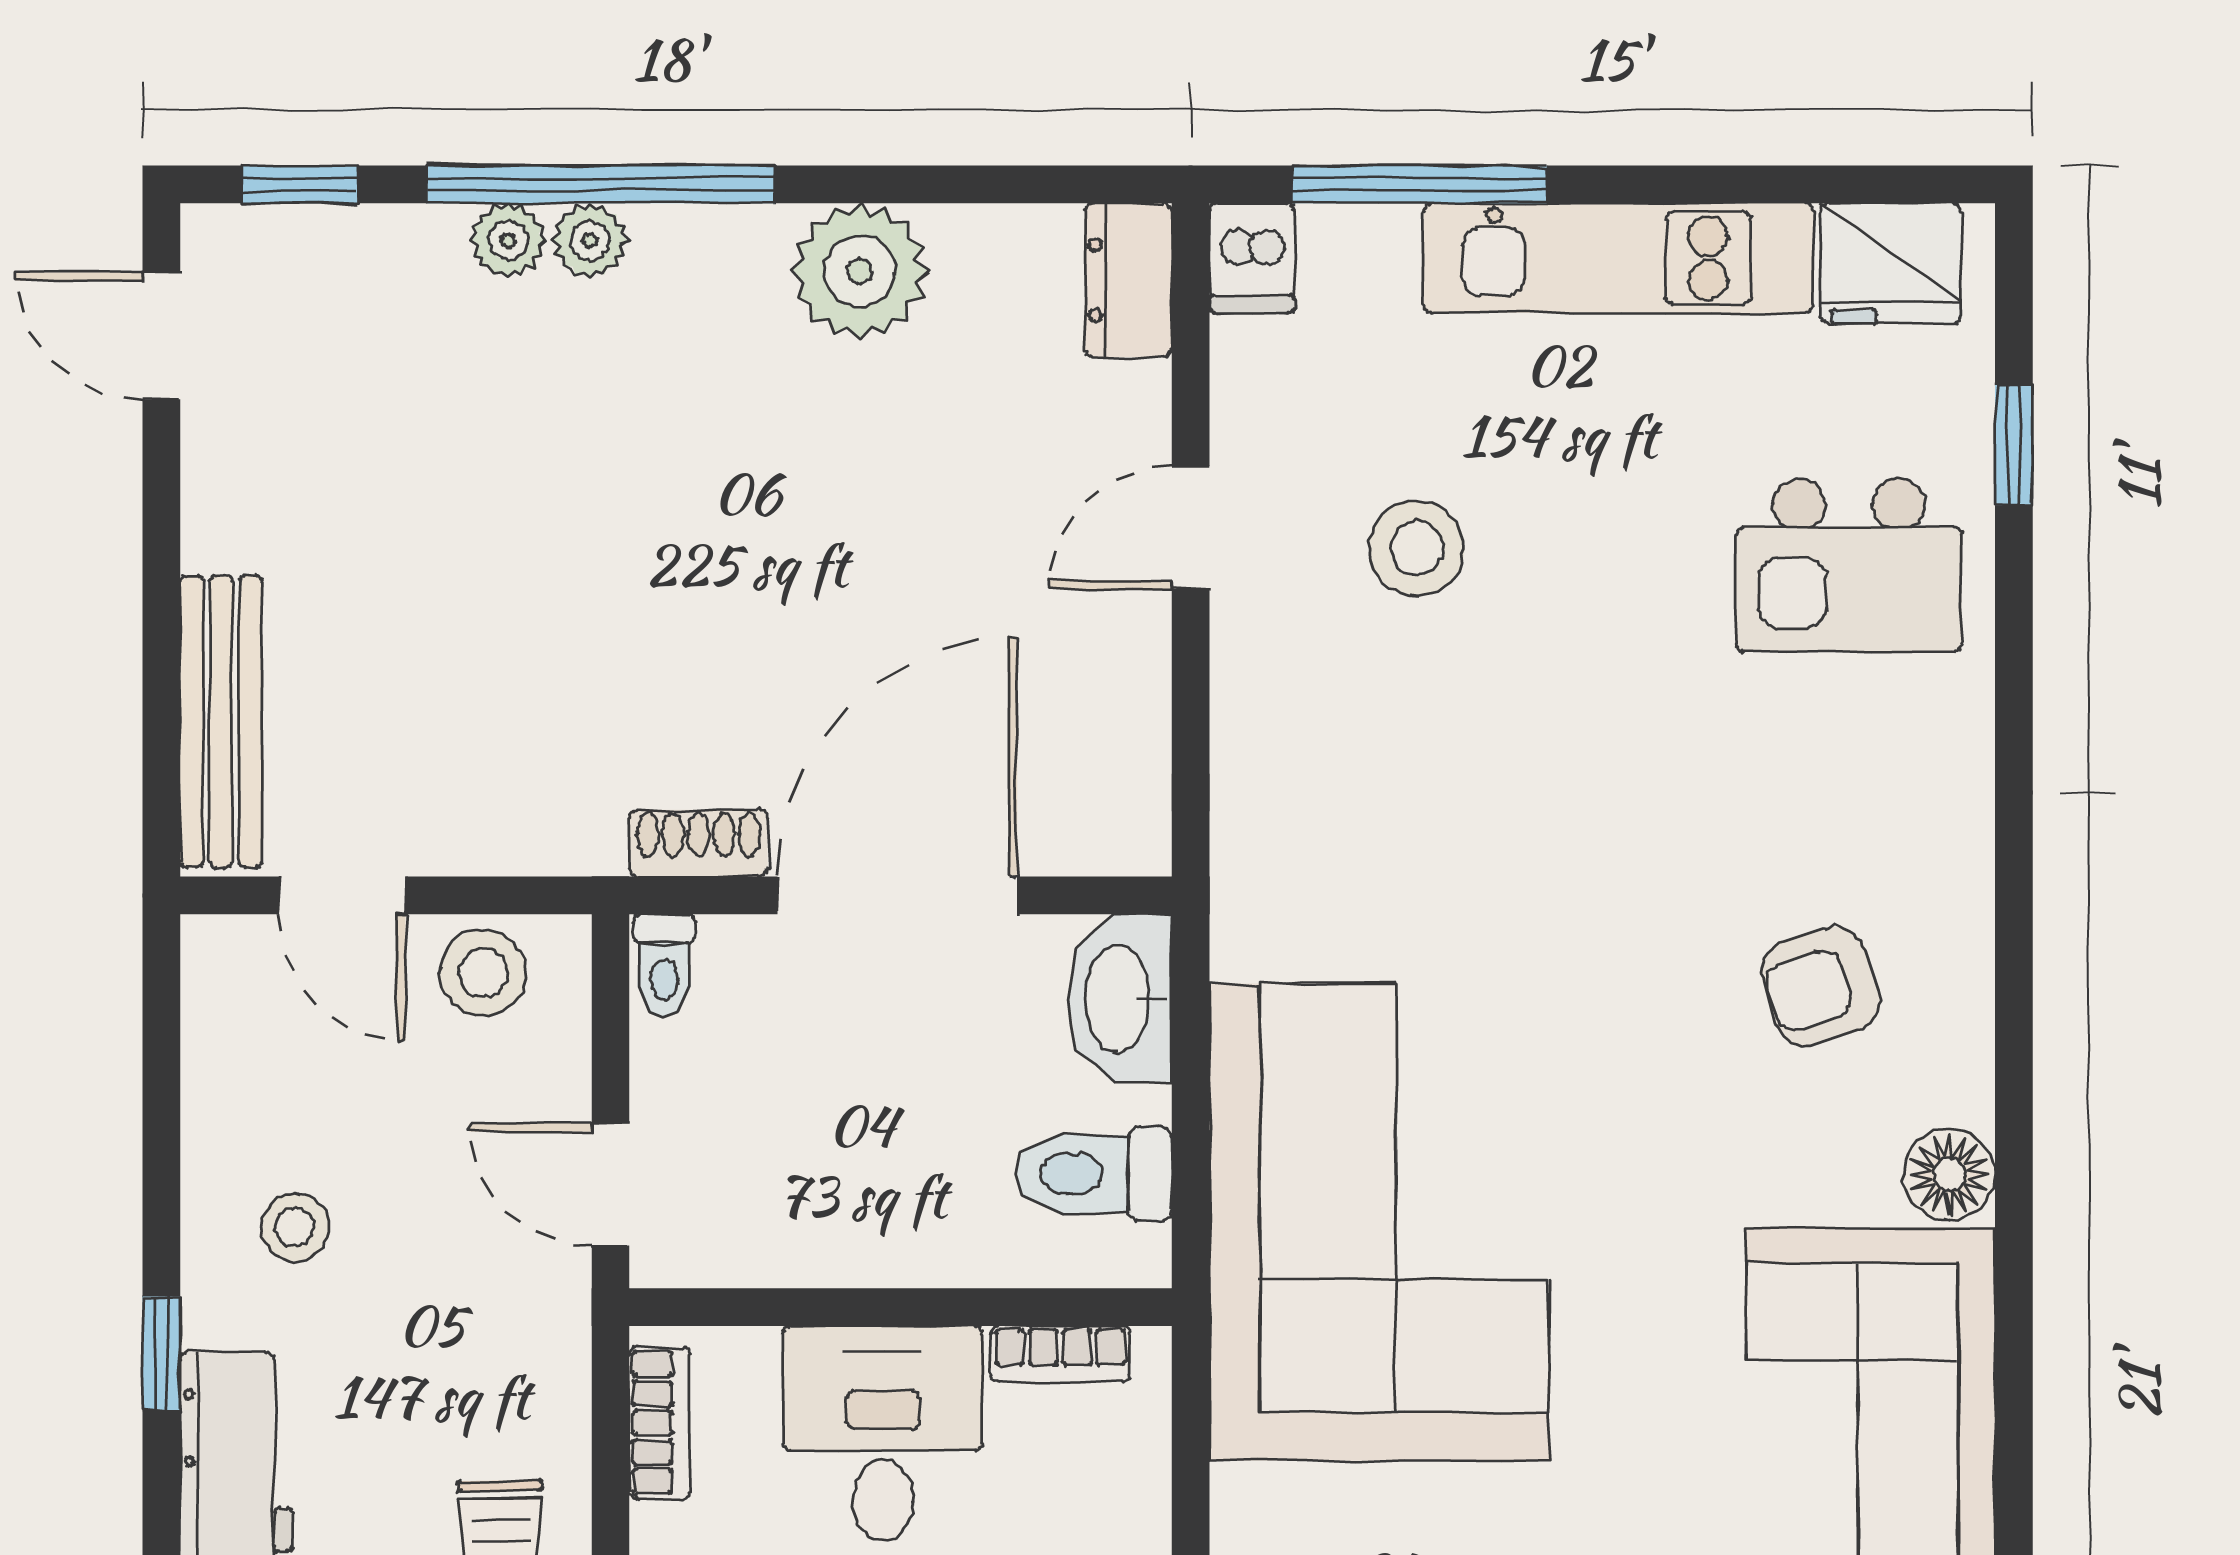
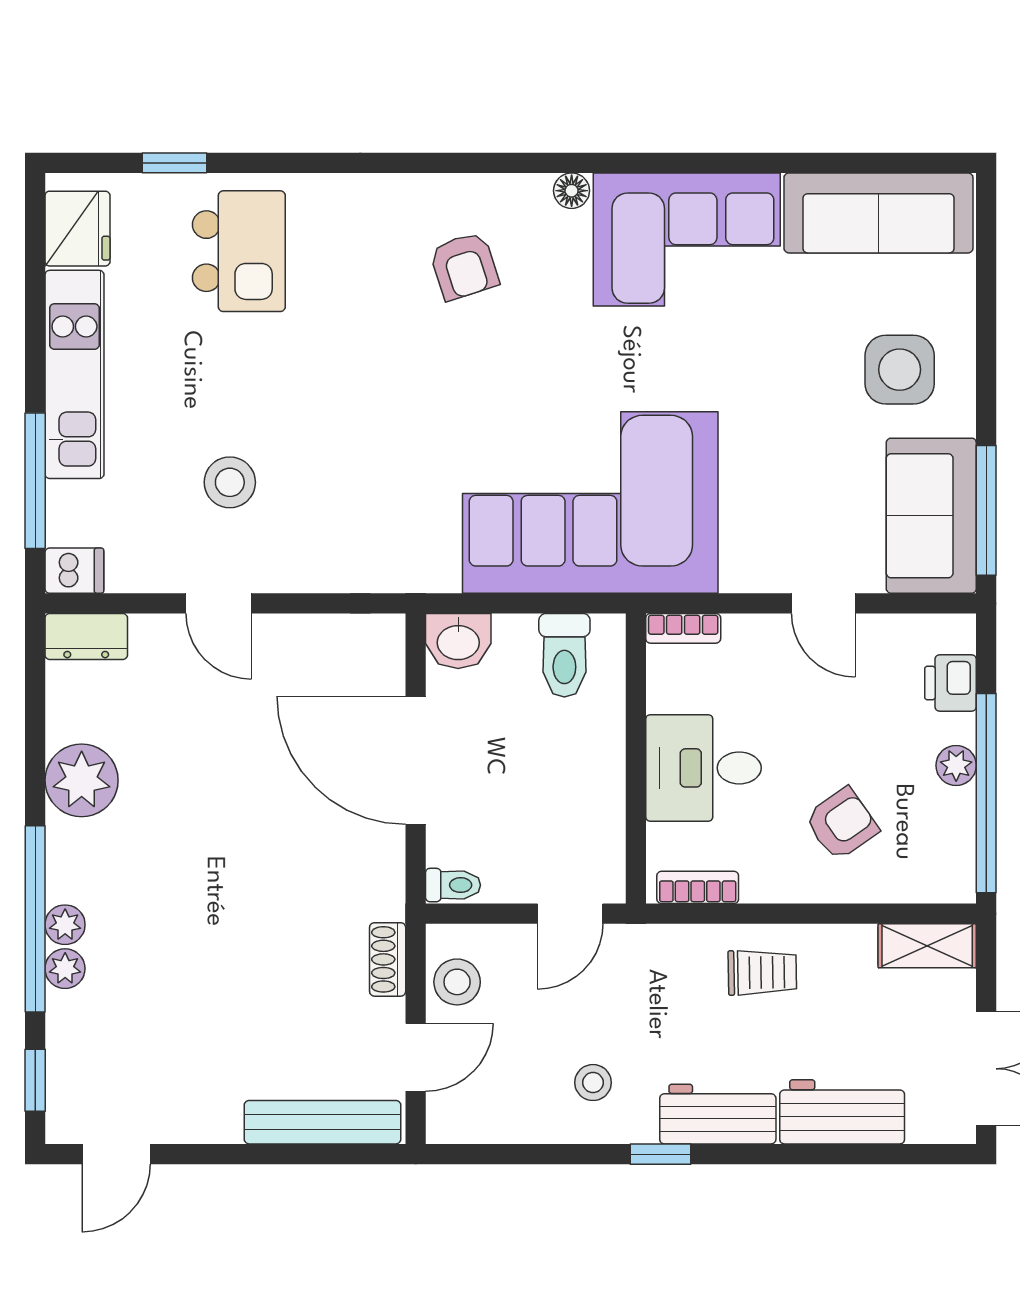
shoe rack: (698, 843) -> (388, 959), moved
washbasin: (1120, 999) -> (458, 641), width x0.72
floor lamp: (1949, 1175) -> (572, 191), width x0.73, depth x0.73
bookcase: (1060, 1354) -> (683, 628), moved, turned 90

